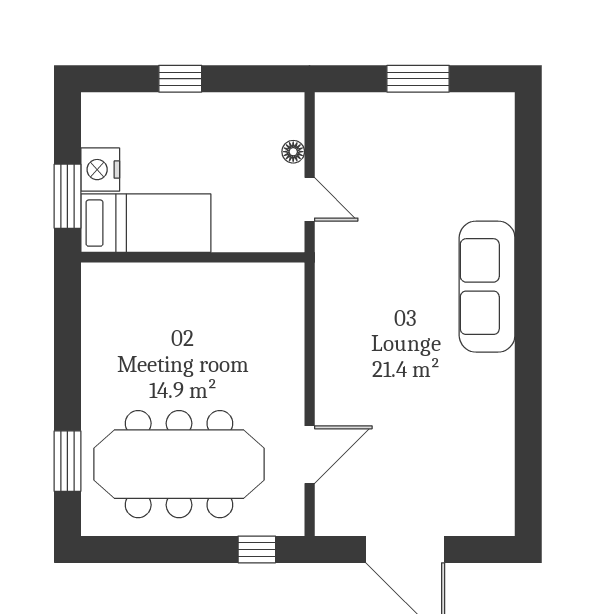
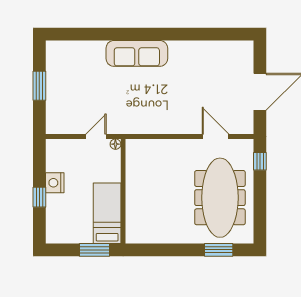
floor lamp: (293, 152) -> (115, 144), moved
nightstand: (100, 170) -> (55, 183), moved, turned 90

